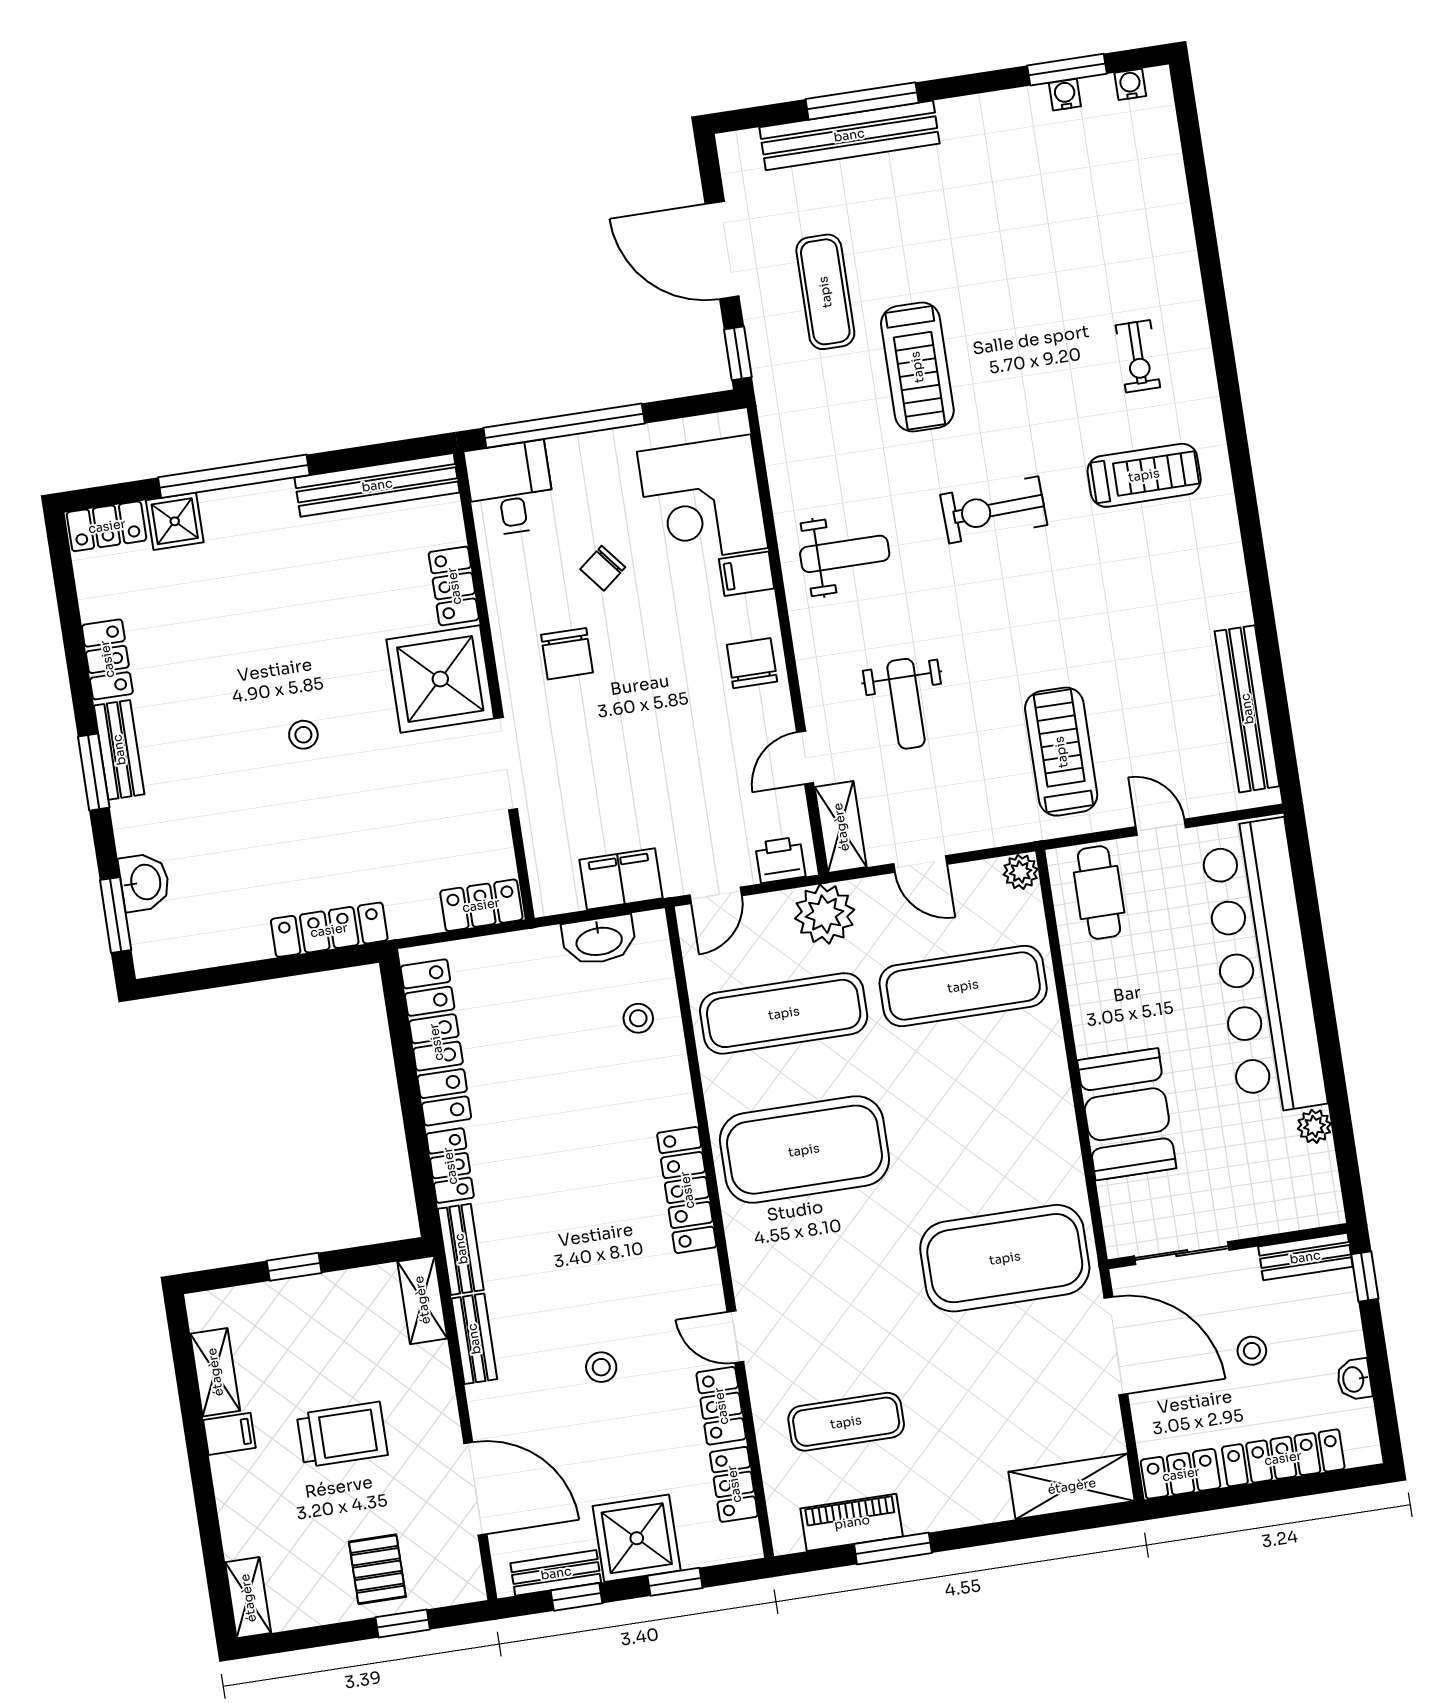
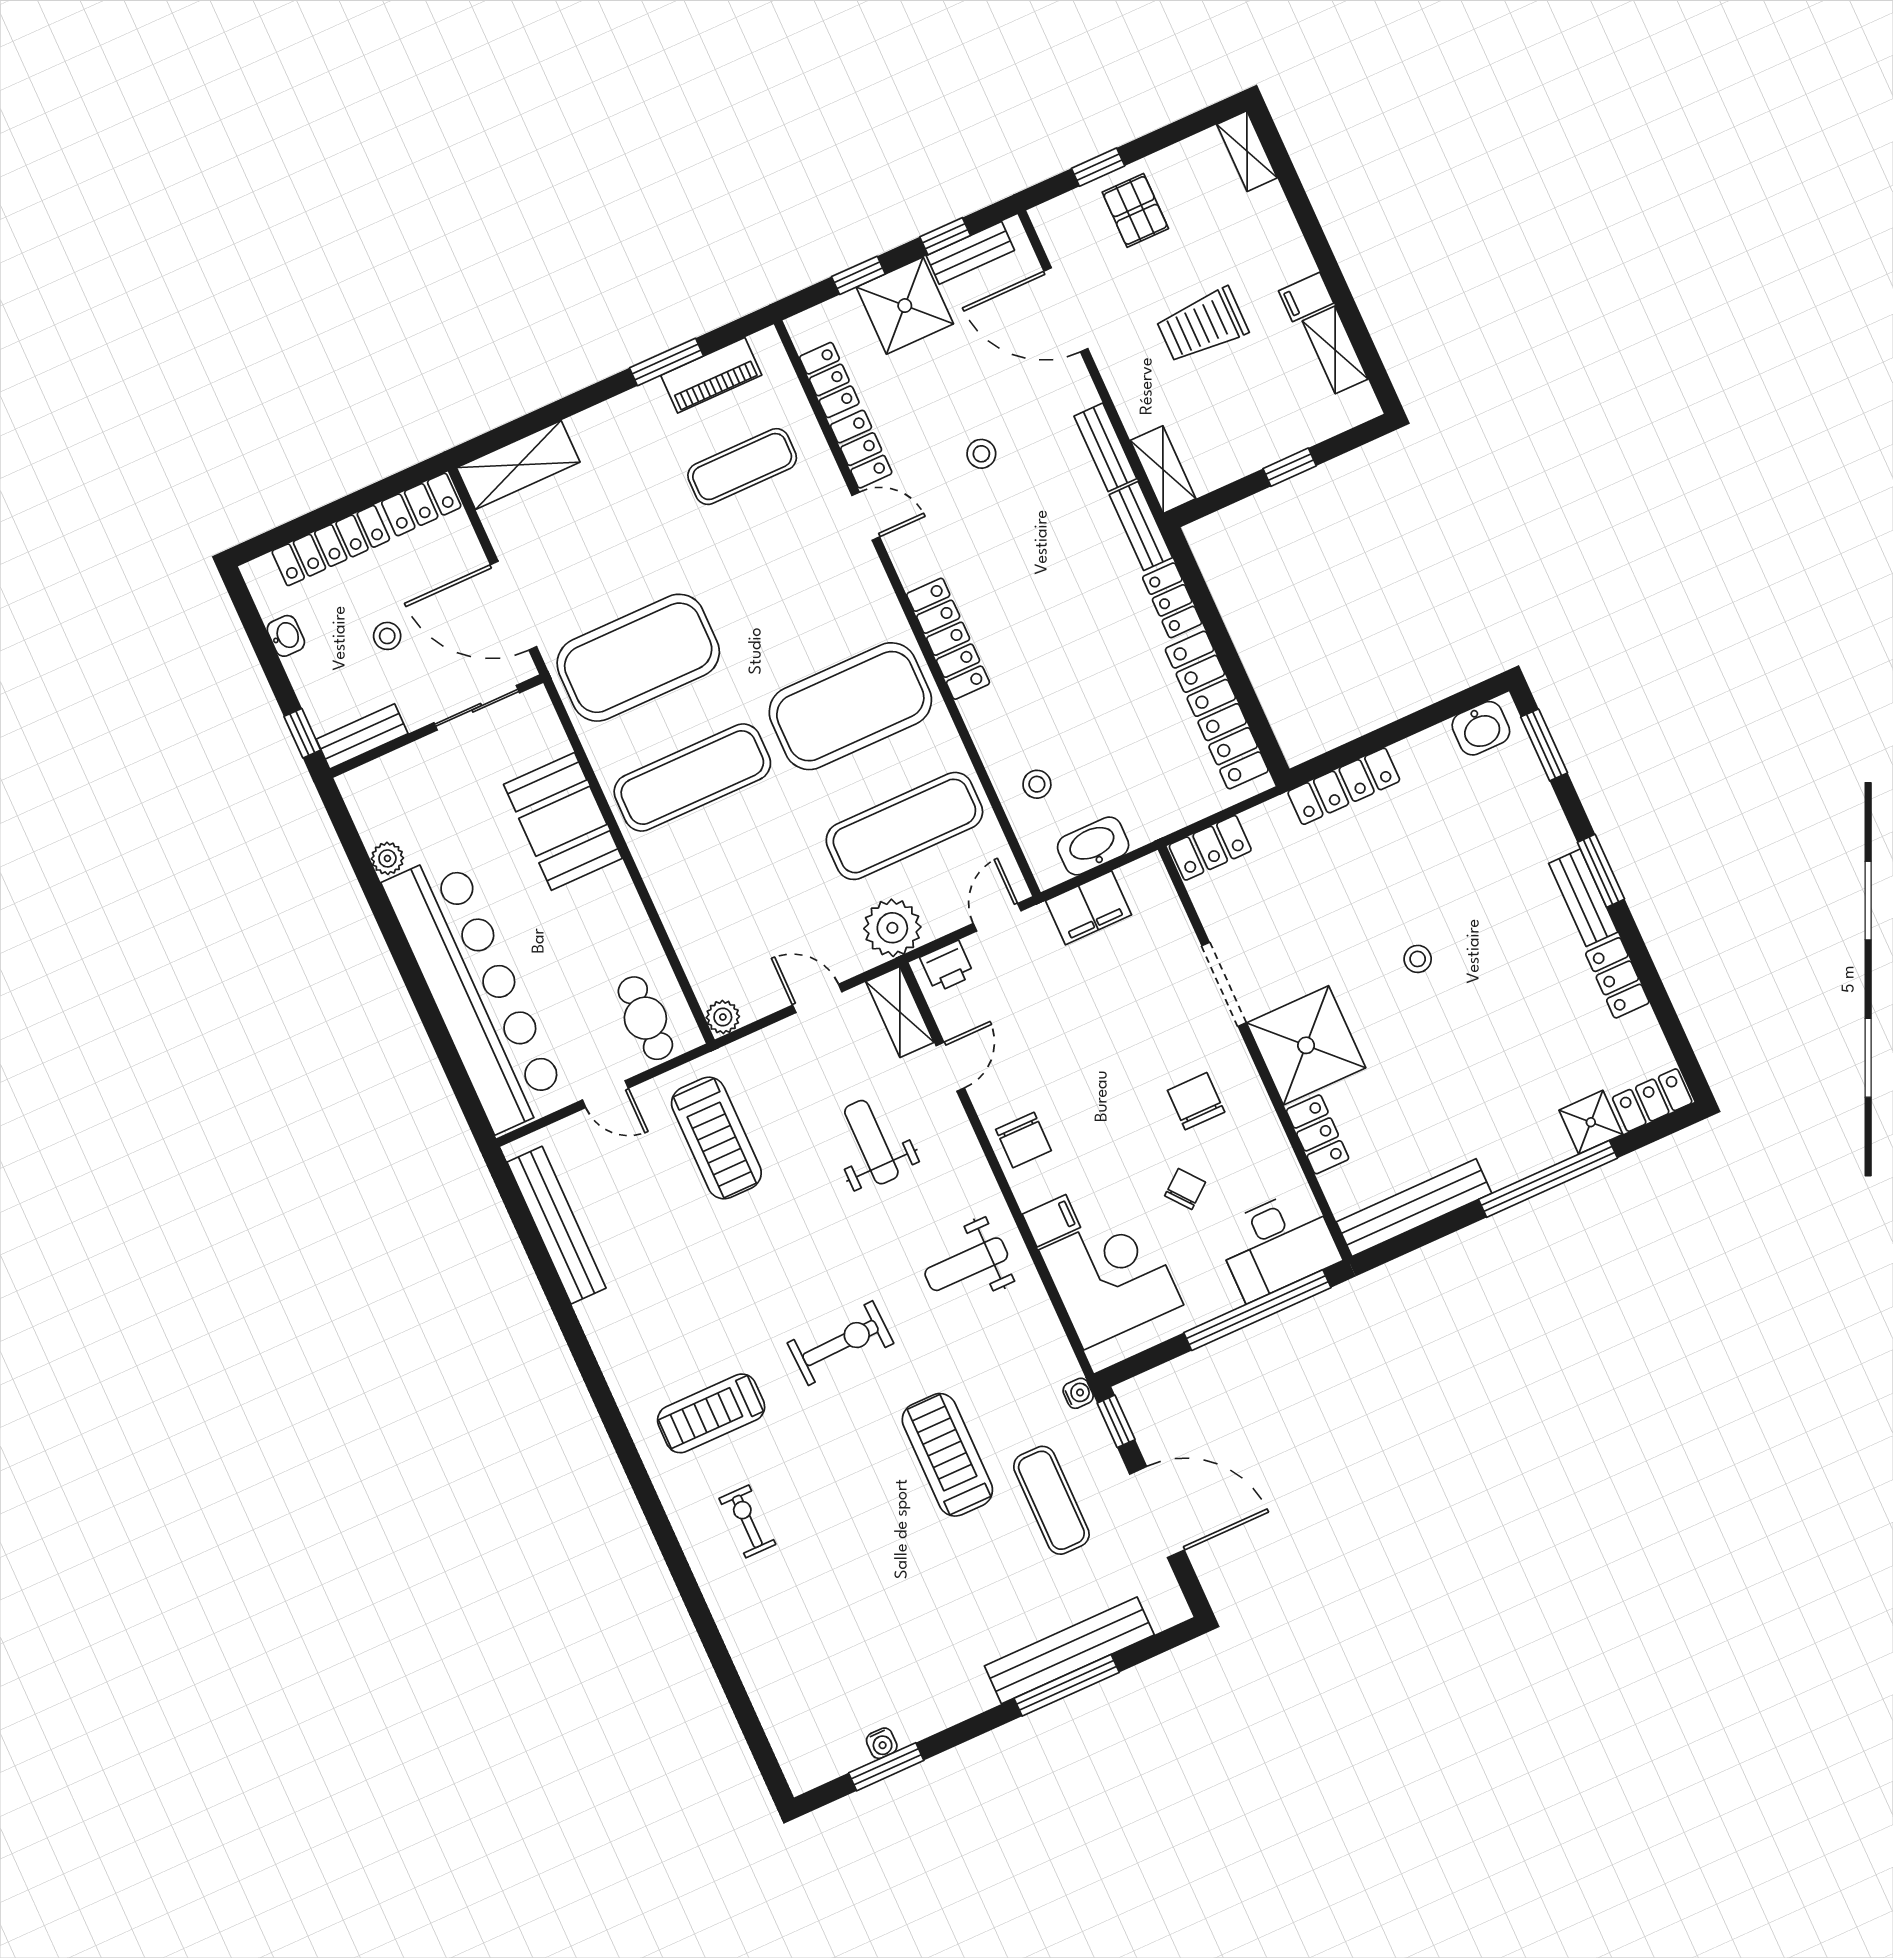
water cooler: (1130, 84) -> (1078, 1393), moved, turned -90
desk: (510, 489) -> (1278, 1244), width x1.37
washbasin: (144, 882) -> (1481, 728), moved, turned -90
exercise mat: (963, 986) -> (692, 778), moved

